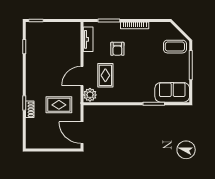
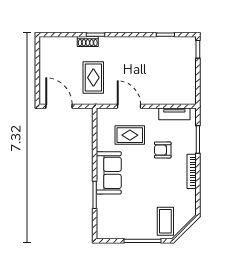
sofa: (172, 92) -> (109, 173), moved
plant: (90, 95) -> (106, 116), removed
door: (82, 133) -> (59, 106), hinge flipped

